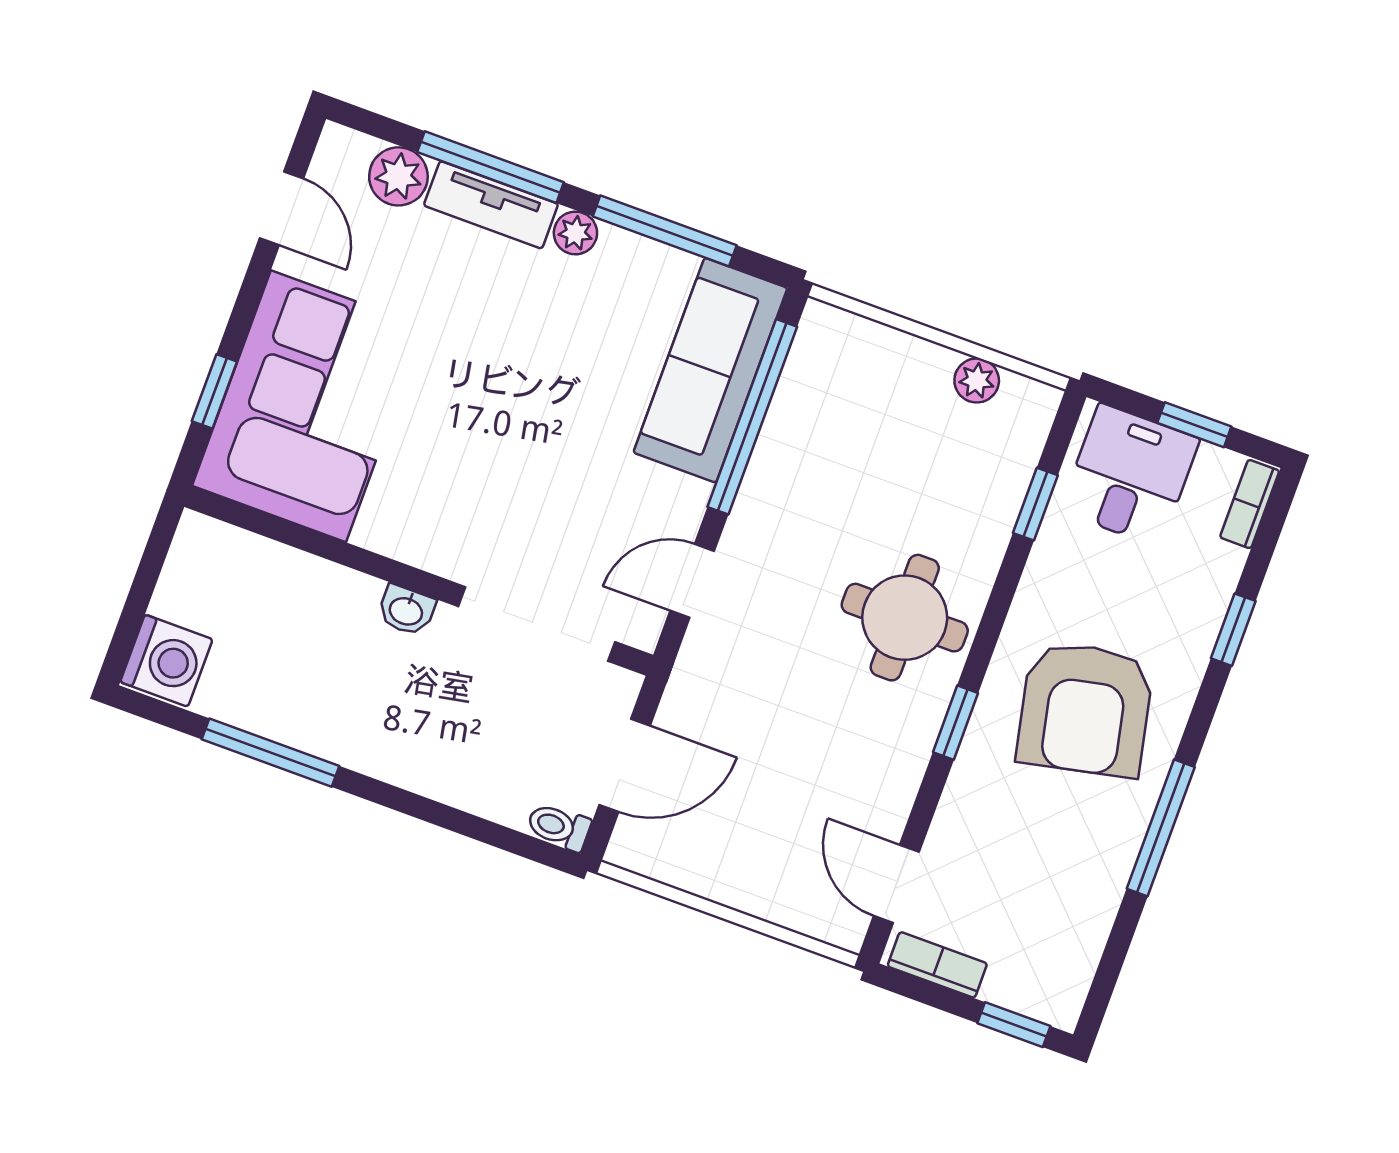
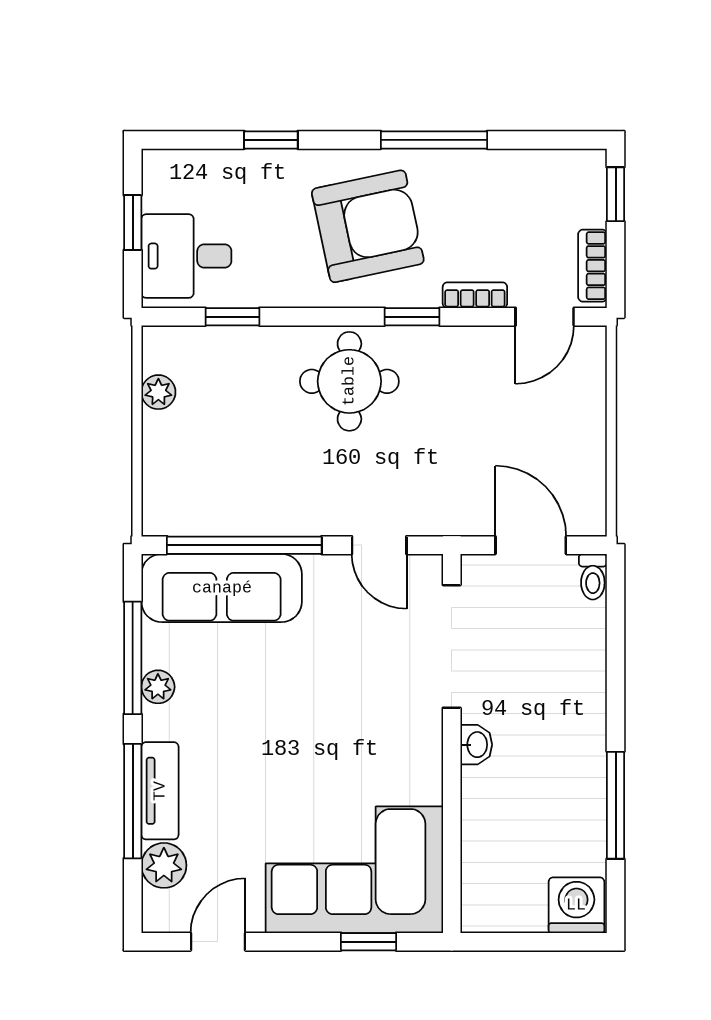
plant: (575, 233) -> (158, 687), moved
bookcase: (1250, 504) -> (475, 295), moved, turned 180

